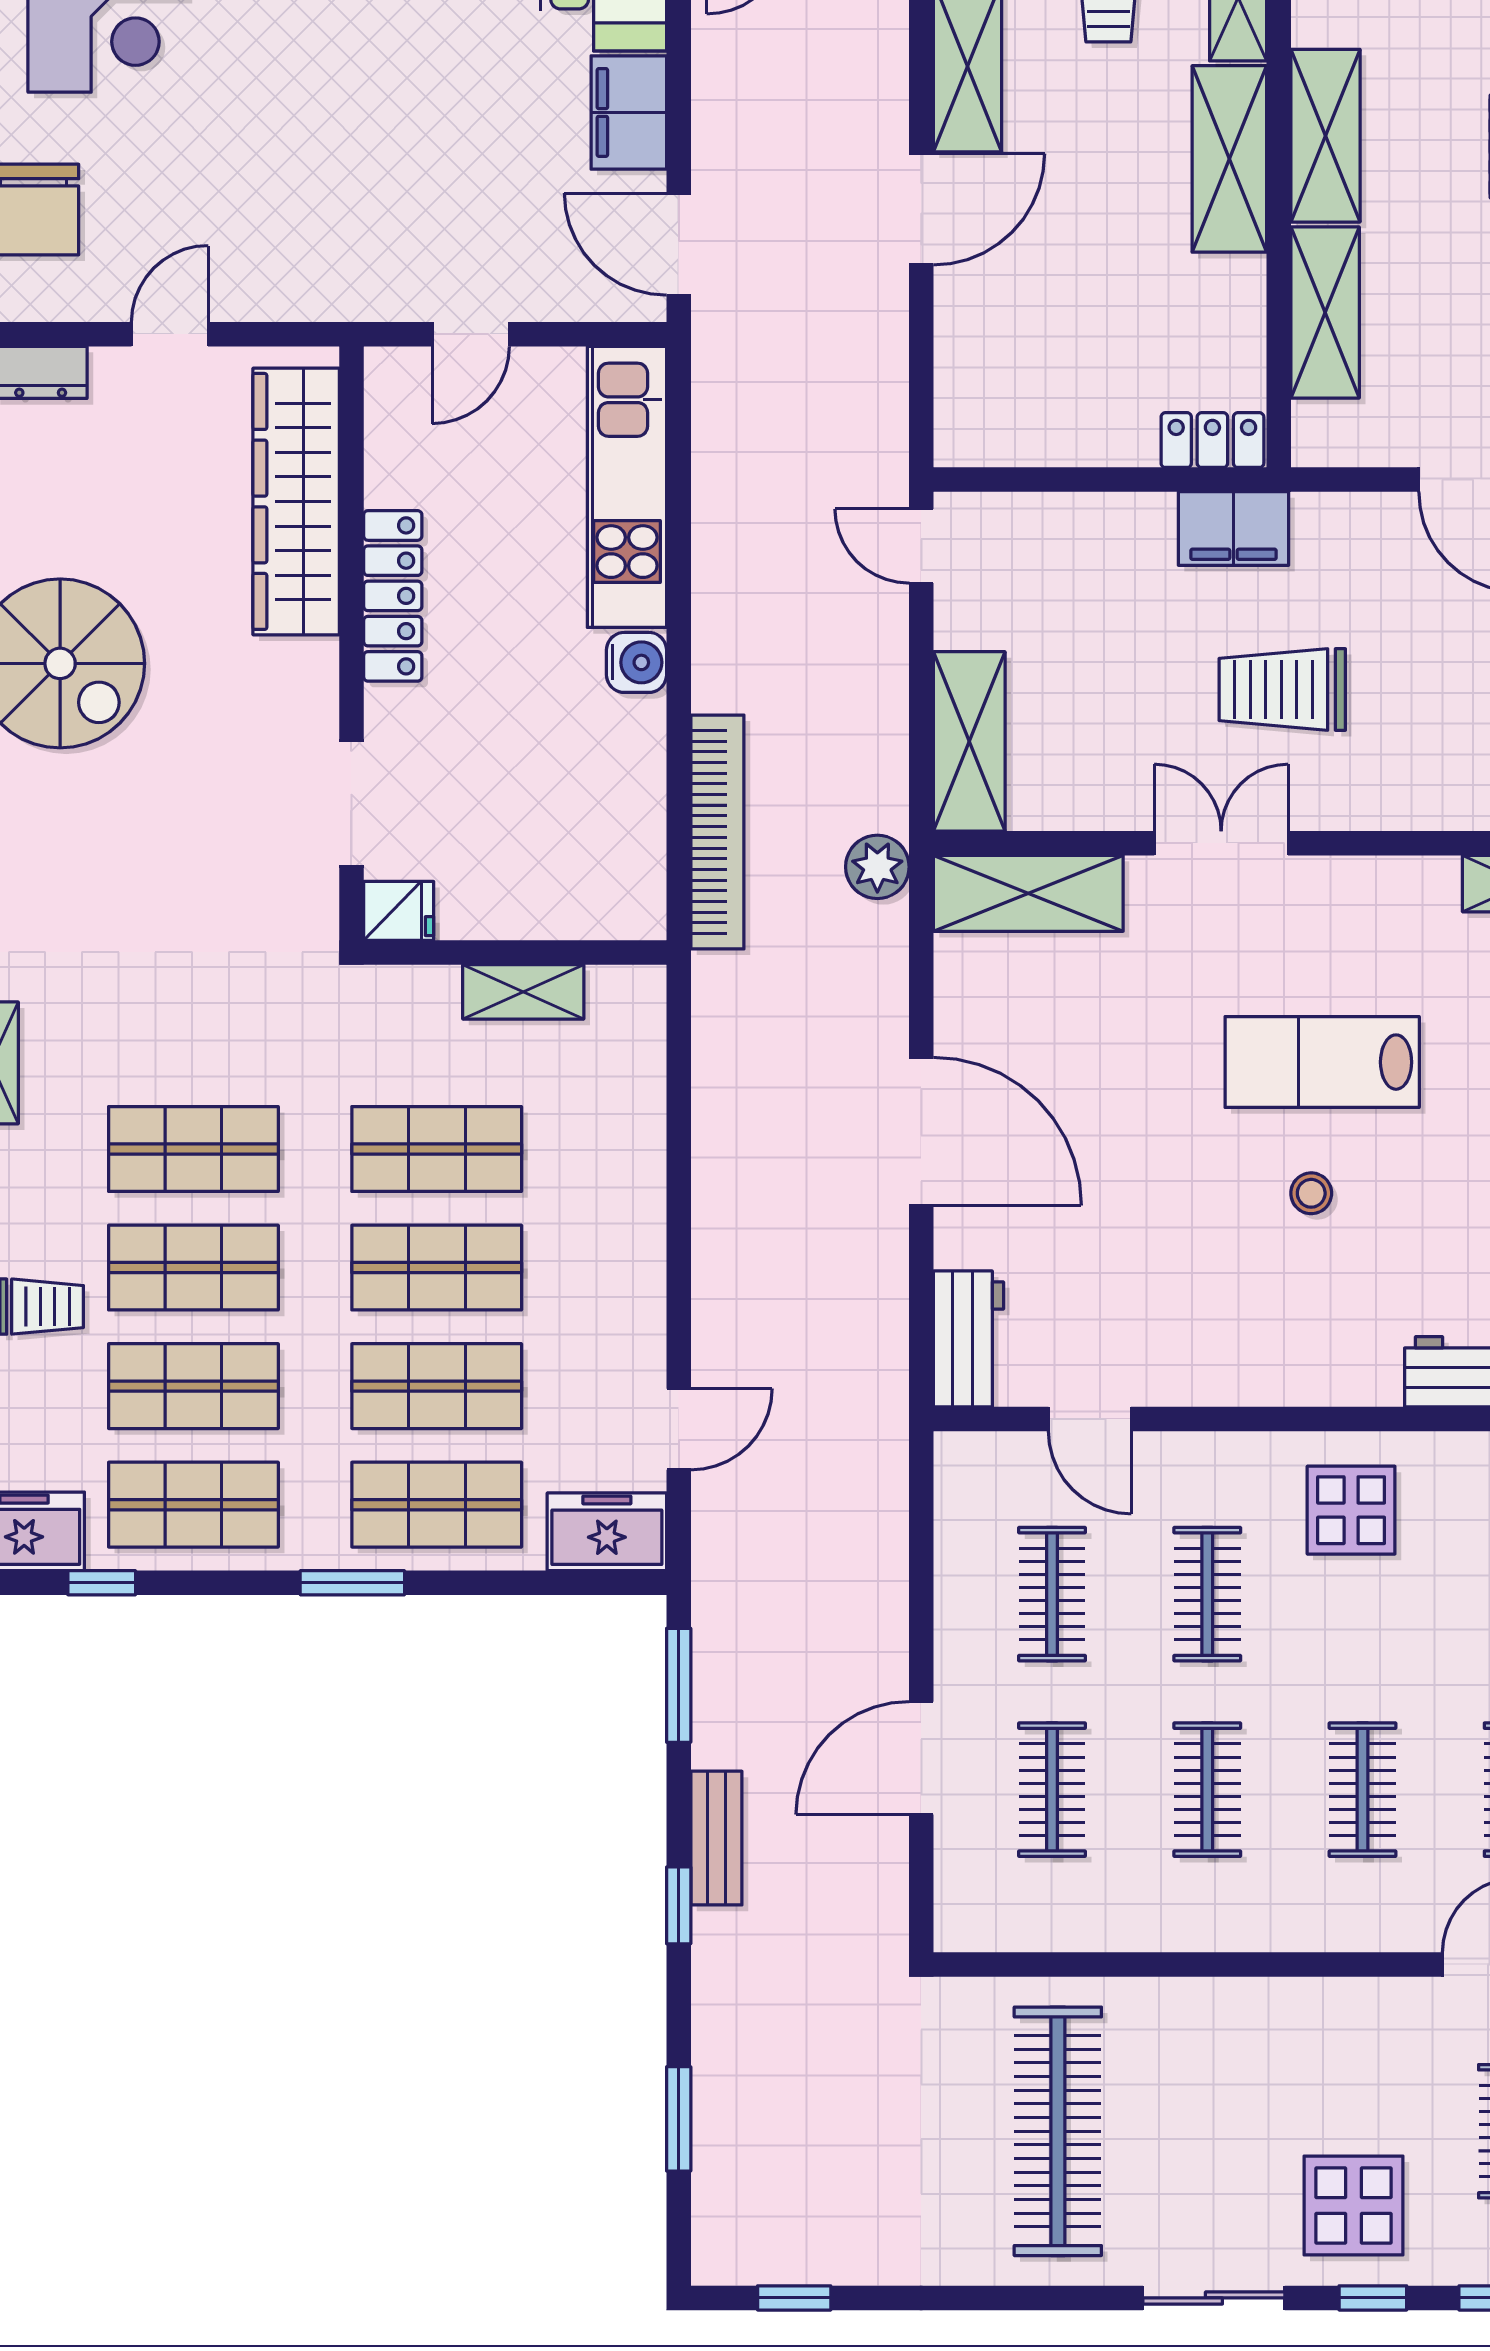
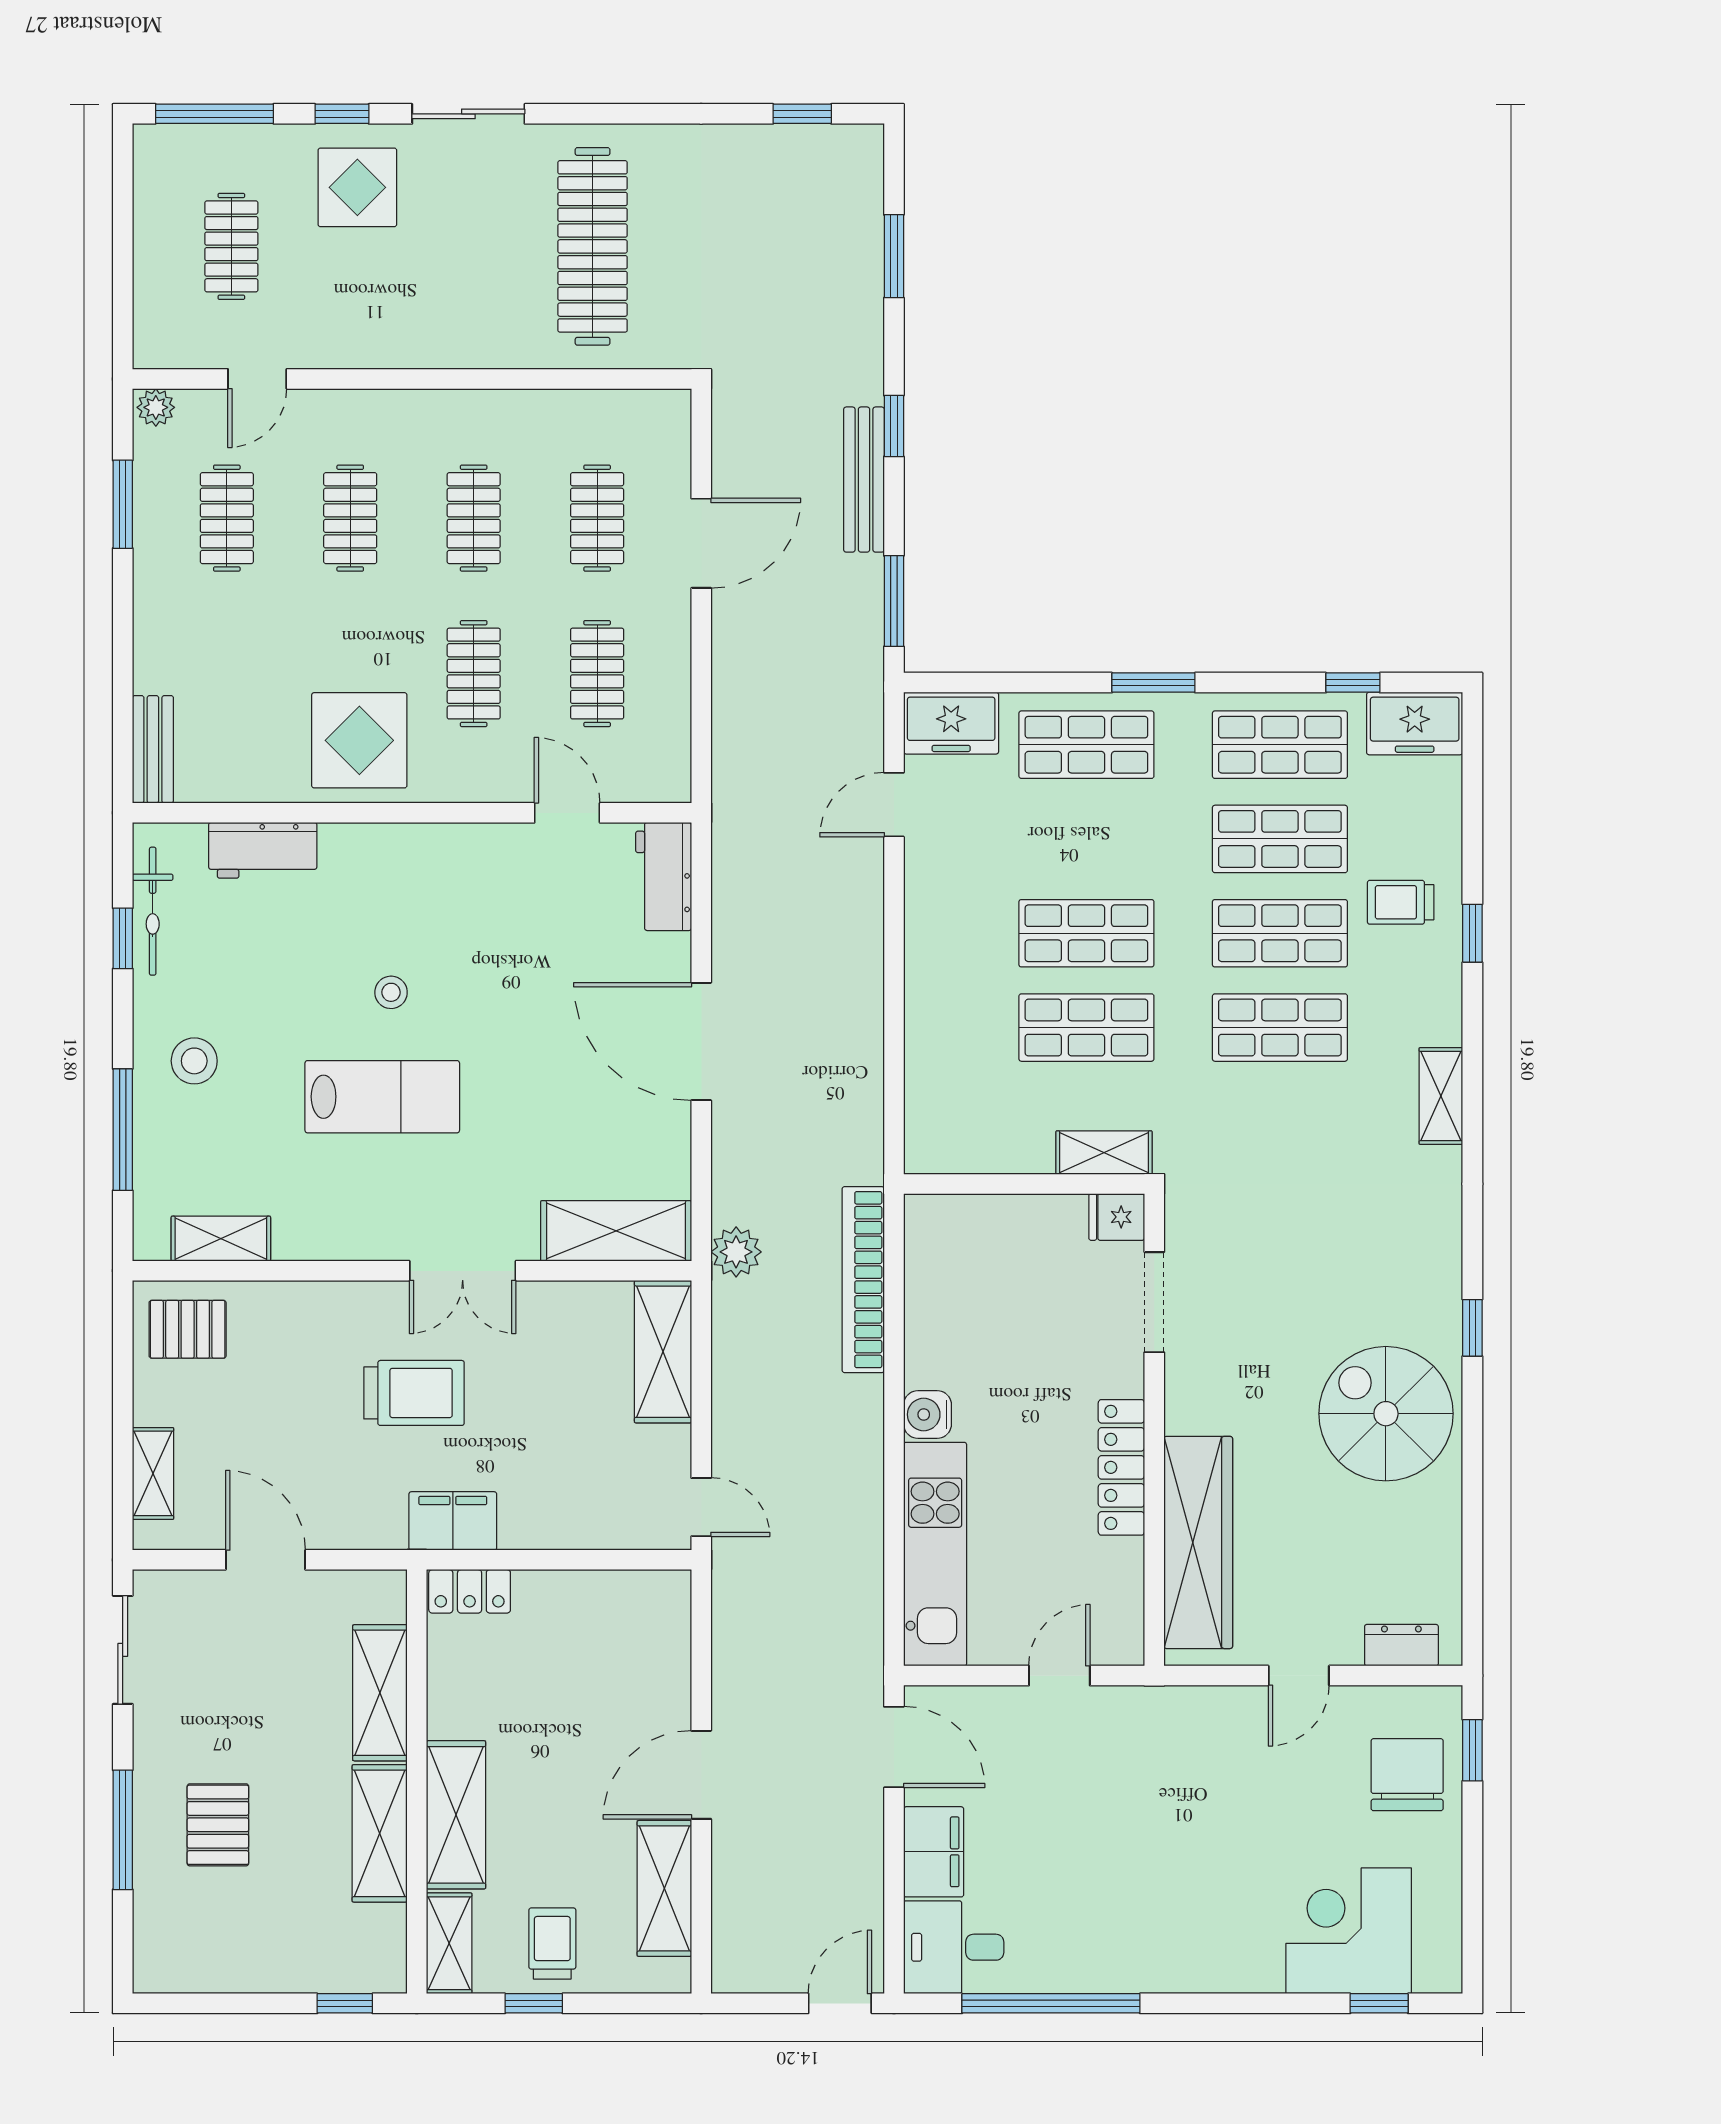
shelving: (523, 992) -> (1104, 1153), moved
shop shelf: (437, 1386) -> (1086, 839), removed
display table: (1351, 1510) -> (359, 740), width x1.36, depth x1.36
bench: (716, 1838) -> (864, 480), width x1.36

